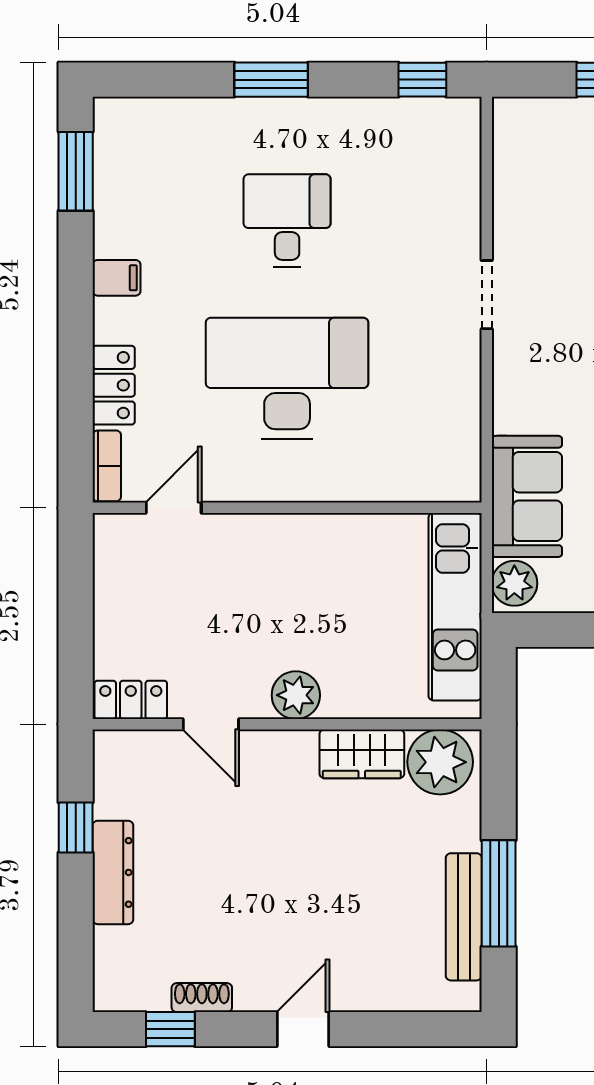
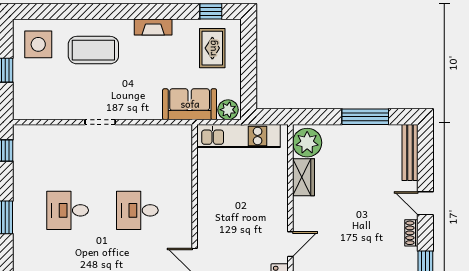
desk: (287, 378) -> (137, 210), width x0.53, depth x0.77
plant: (296, 695) -> (278, 206), removed
bench: (464, 917) -> (410, 152), moved, turned 90
shoe rack: (202, 998) -> (411, 233), moved

